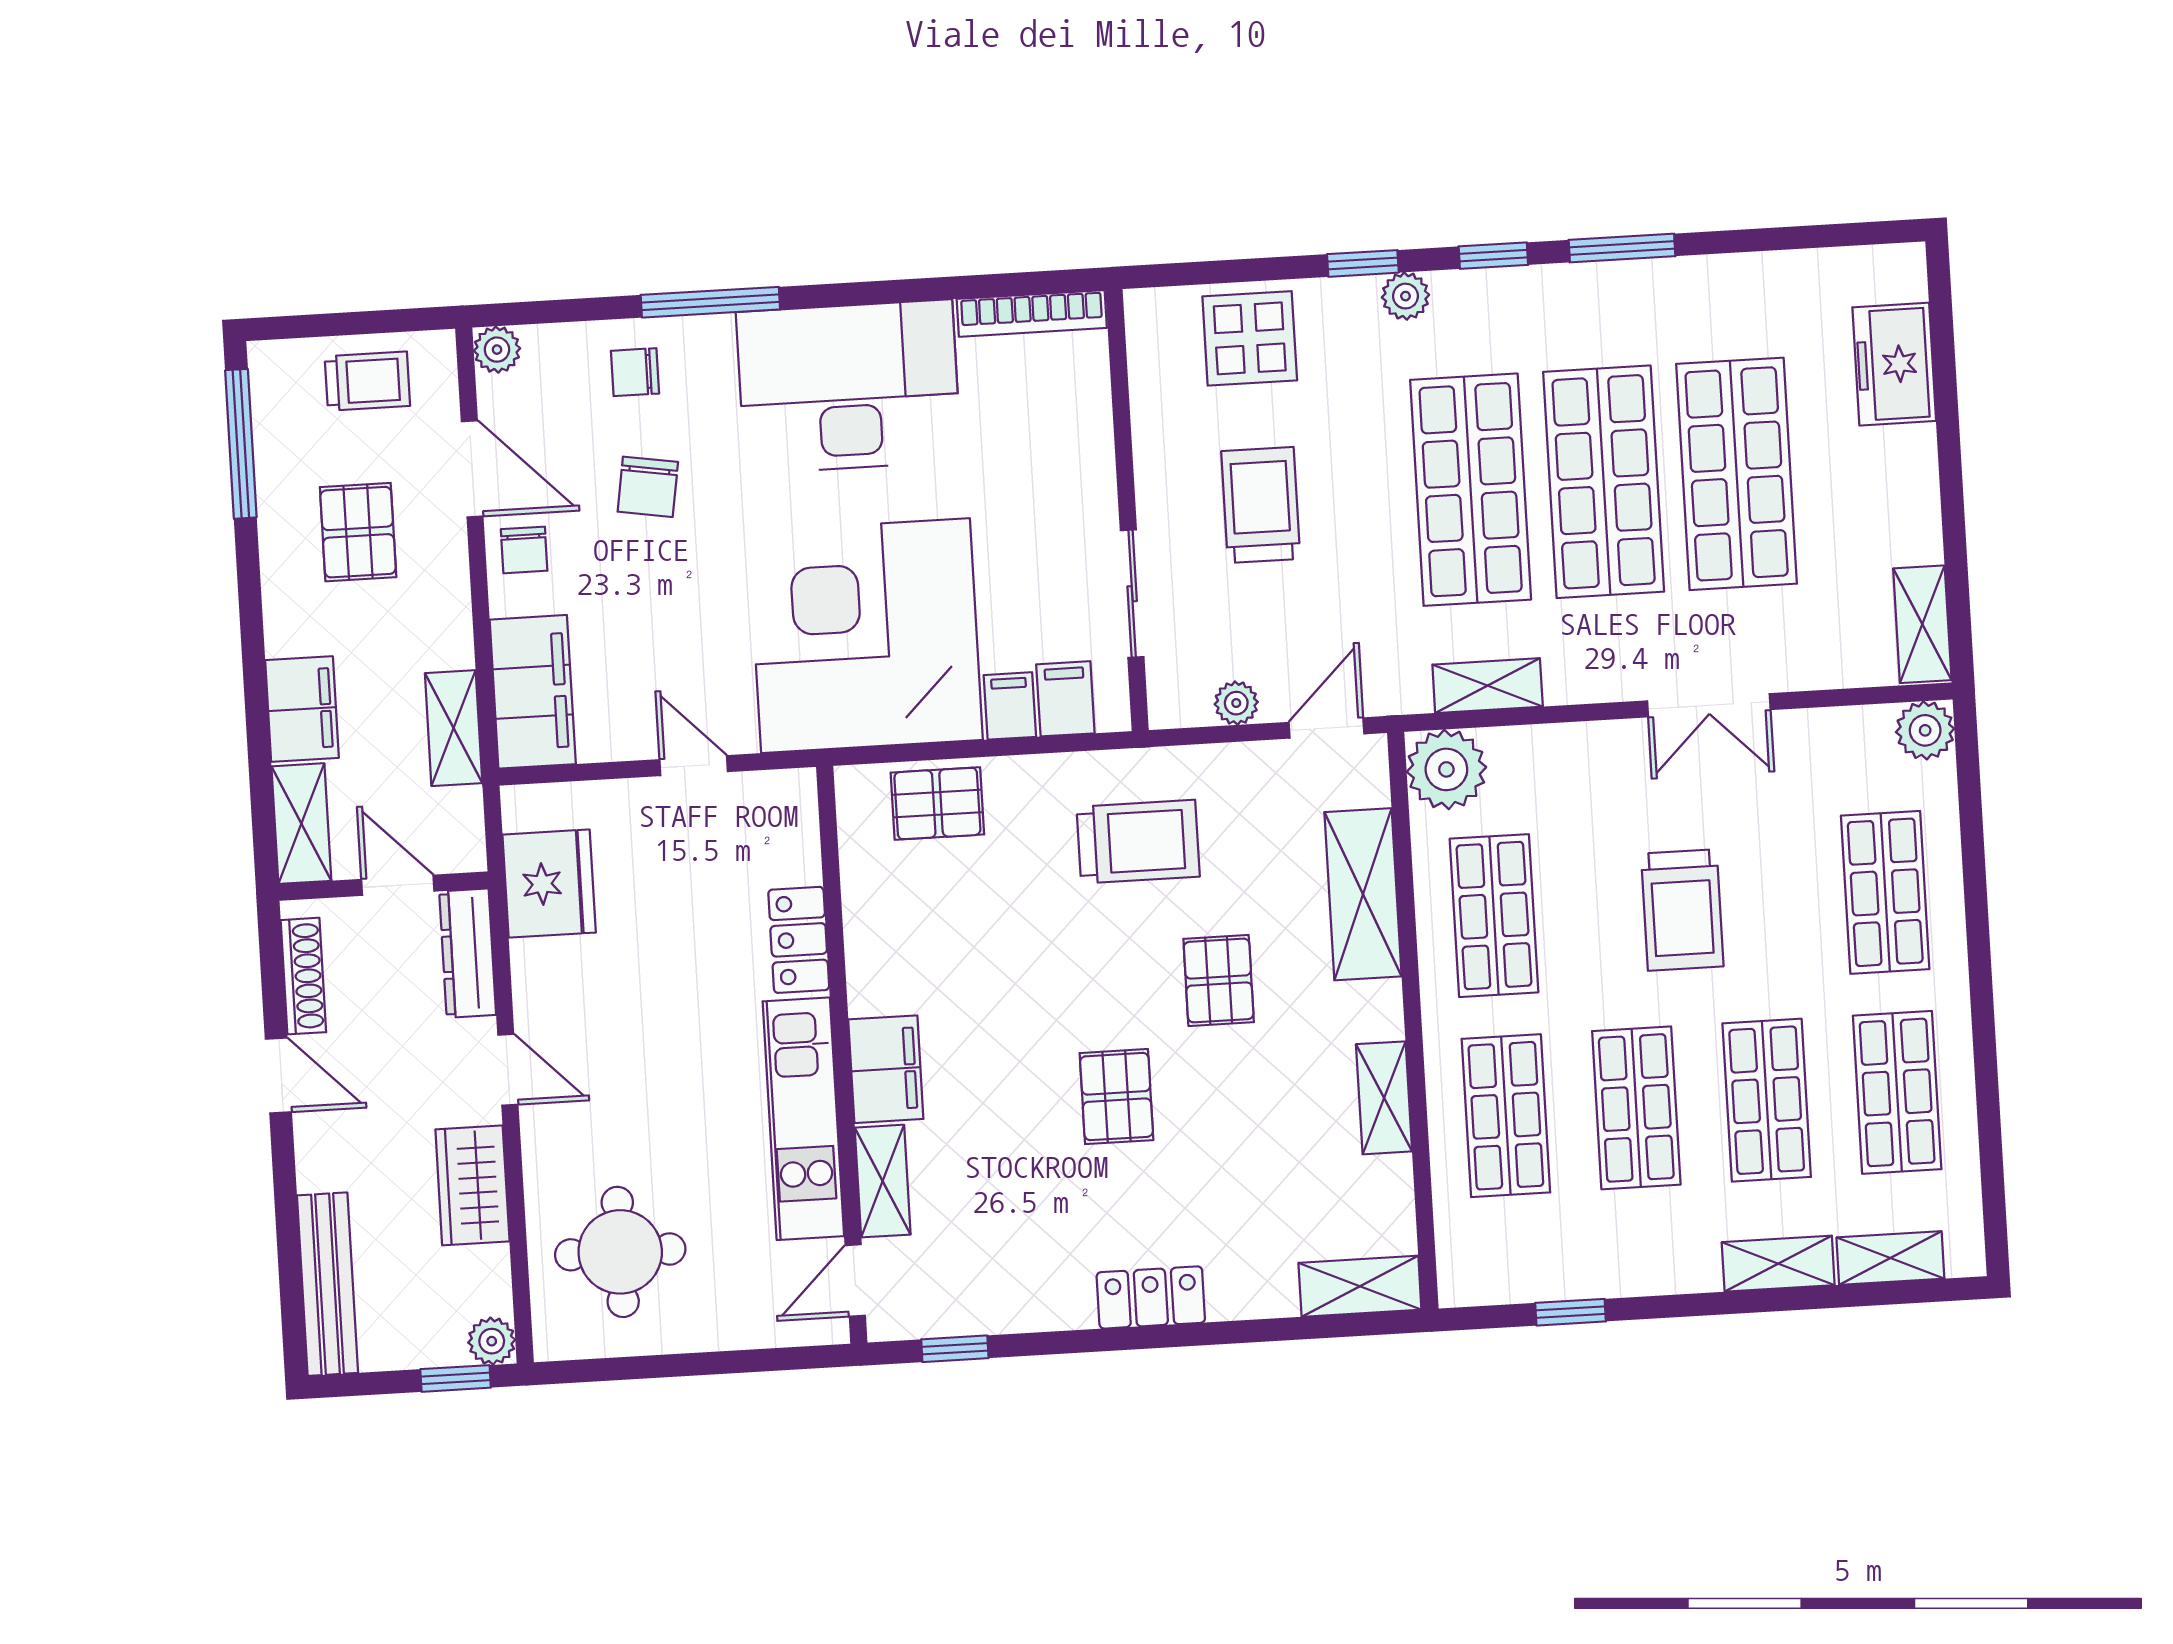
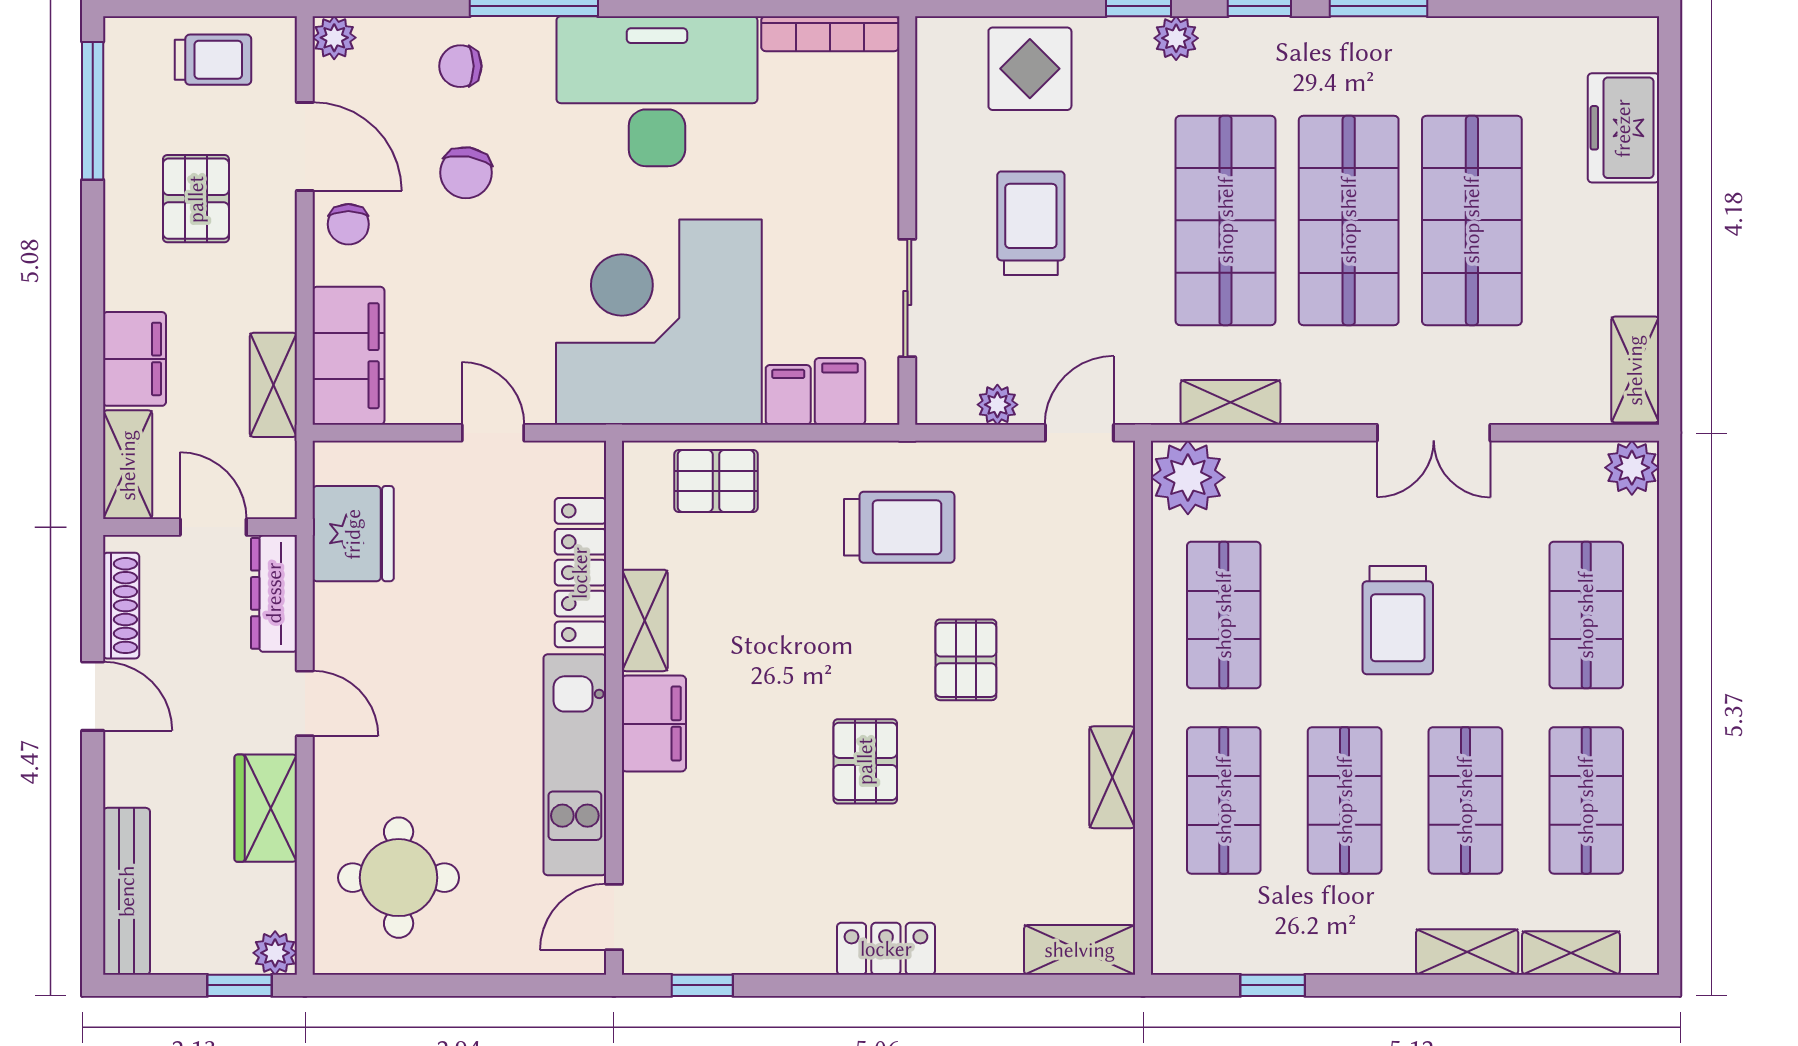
shelving: (1363, 894) -> (1104, 588), removed
locker: (799, 940) -> (580, 573), width x1.53
shelving: (883, 1181) -> (645, 620), moved

